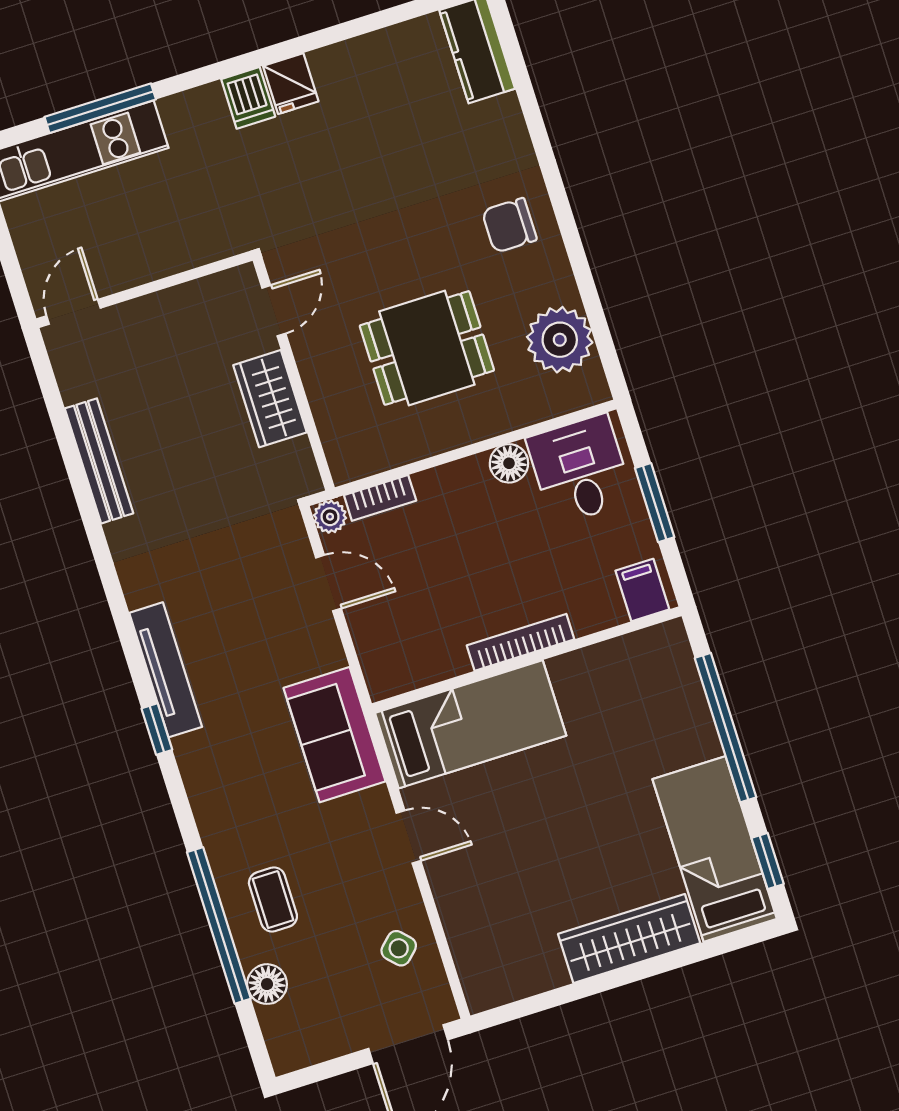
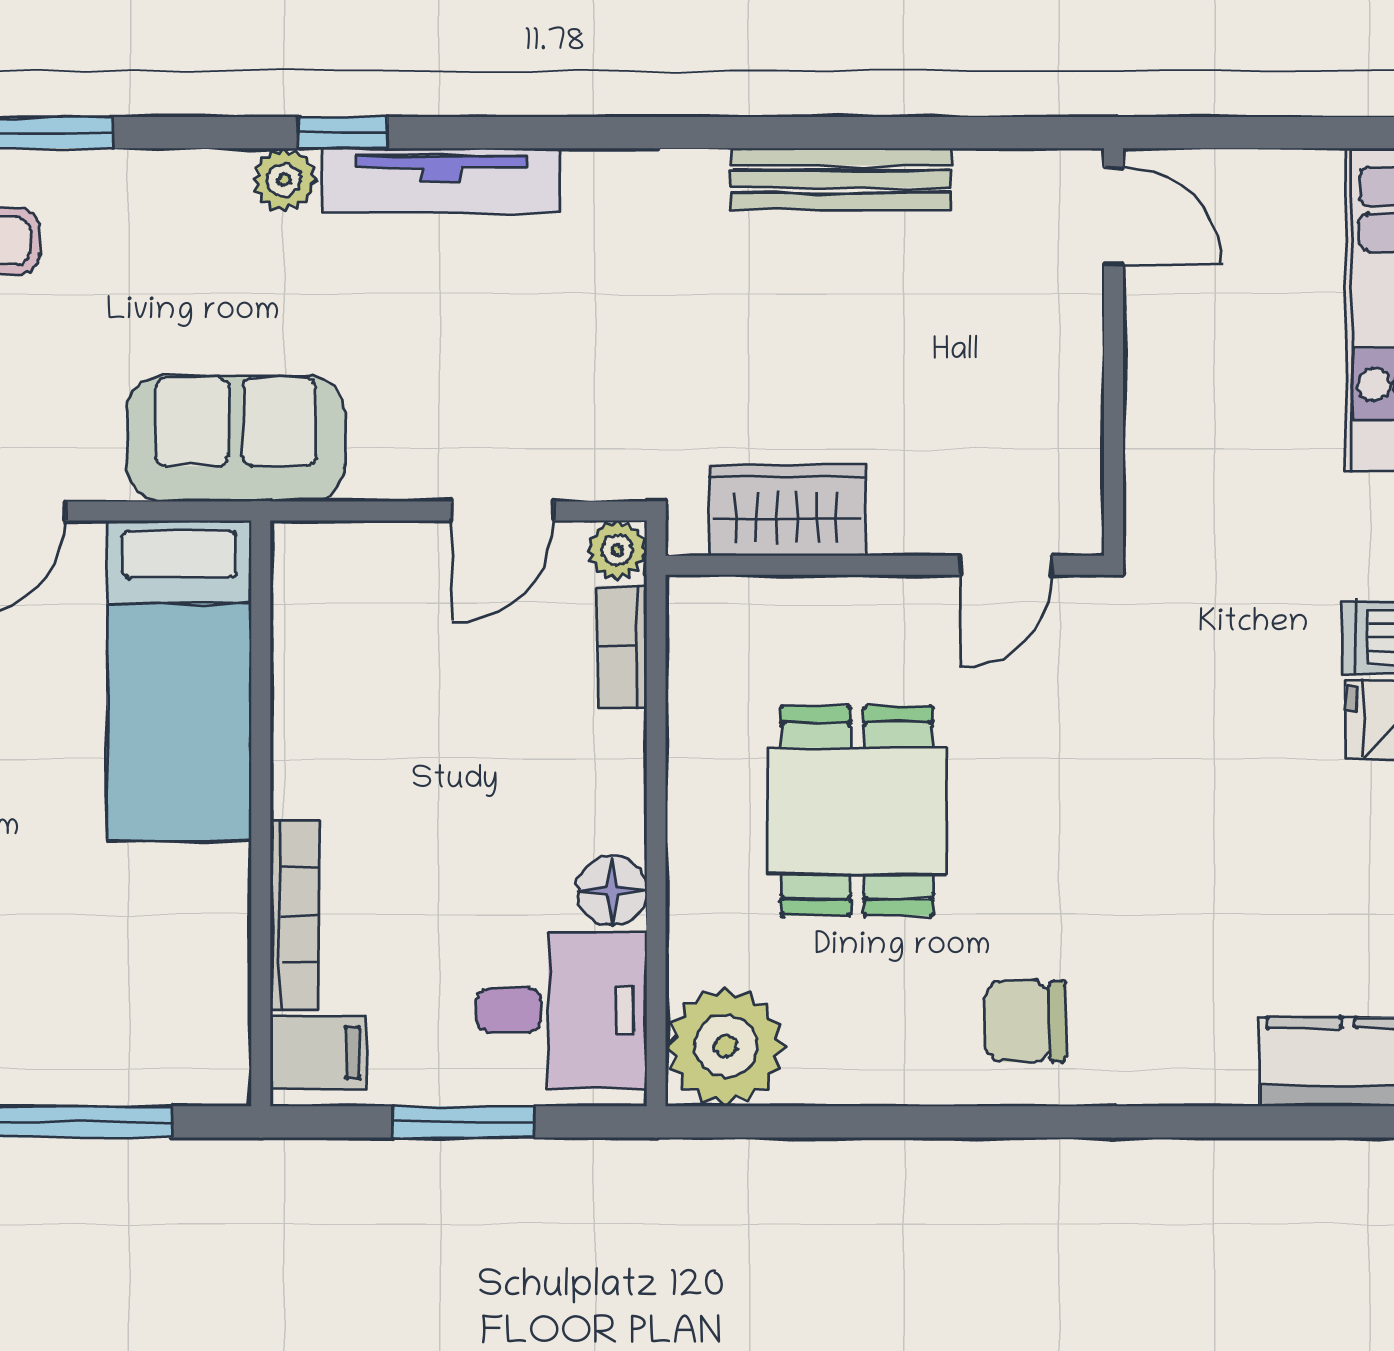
chair: (509, 225) -> (1025, 1021), turned -90
door: (274, 311) -> (1006, 565), hinge flipped
plant: (560, 340) -> (726, 1046), moved
wardrobe: (270, 399) -> (787, 510), moved
bookcase: (520, 642) -> (294, 915), moved
plant: (191, 752) -> (284, 180), added

